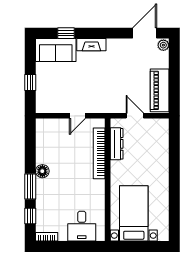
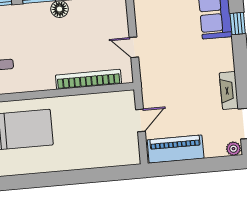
fireplace: (91, 45) -> (229, 90), moved
dresser: (117, 144) -> (103, 100), removed

